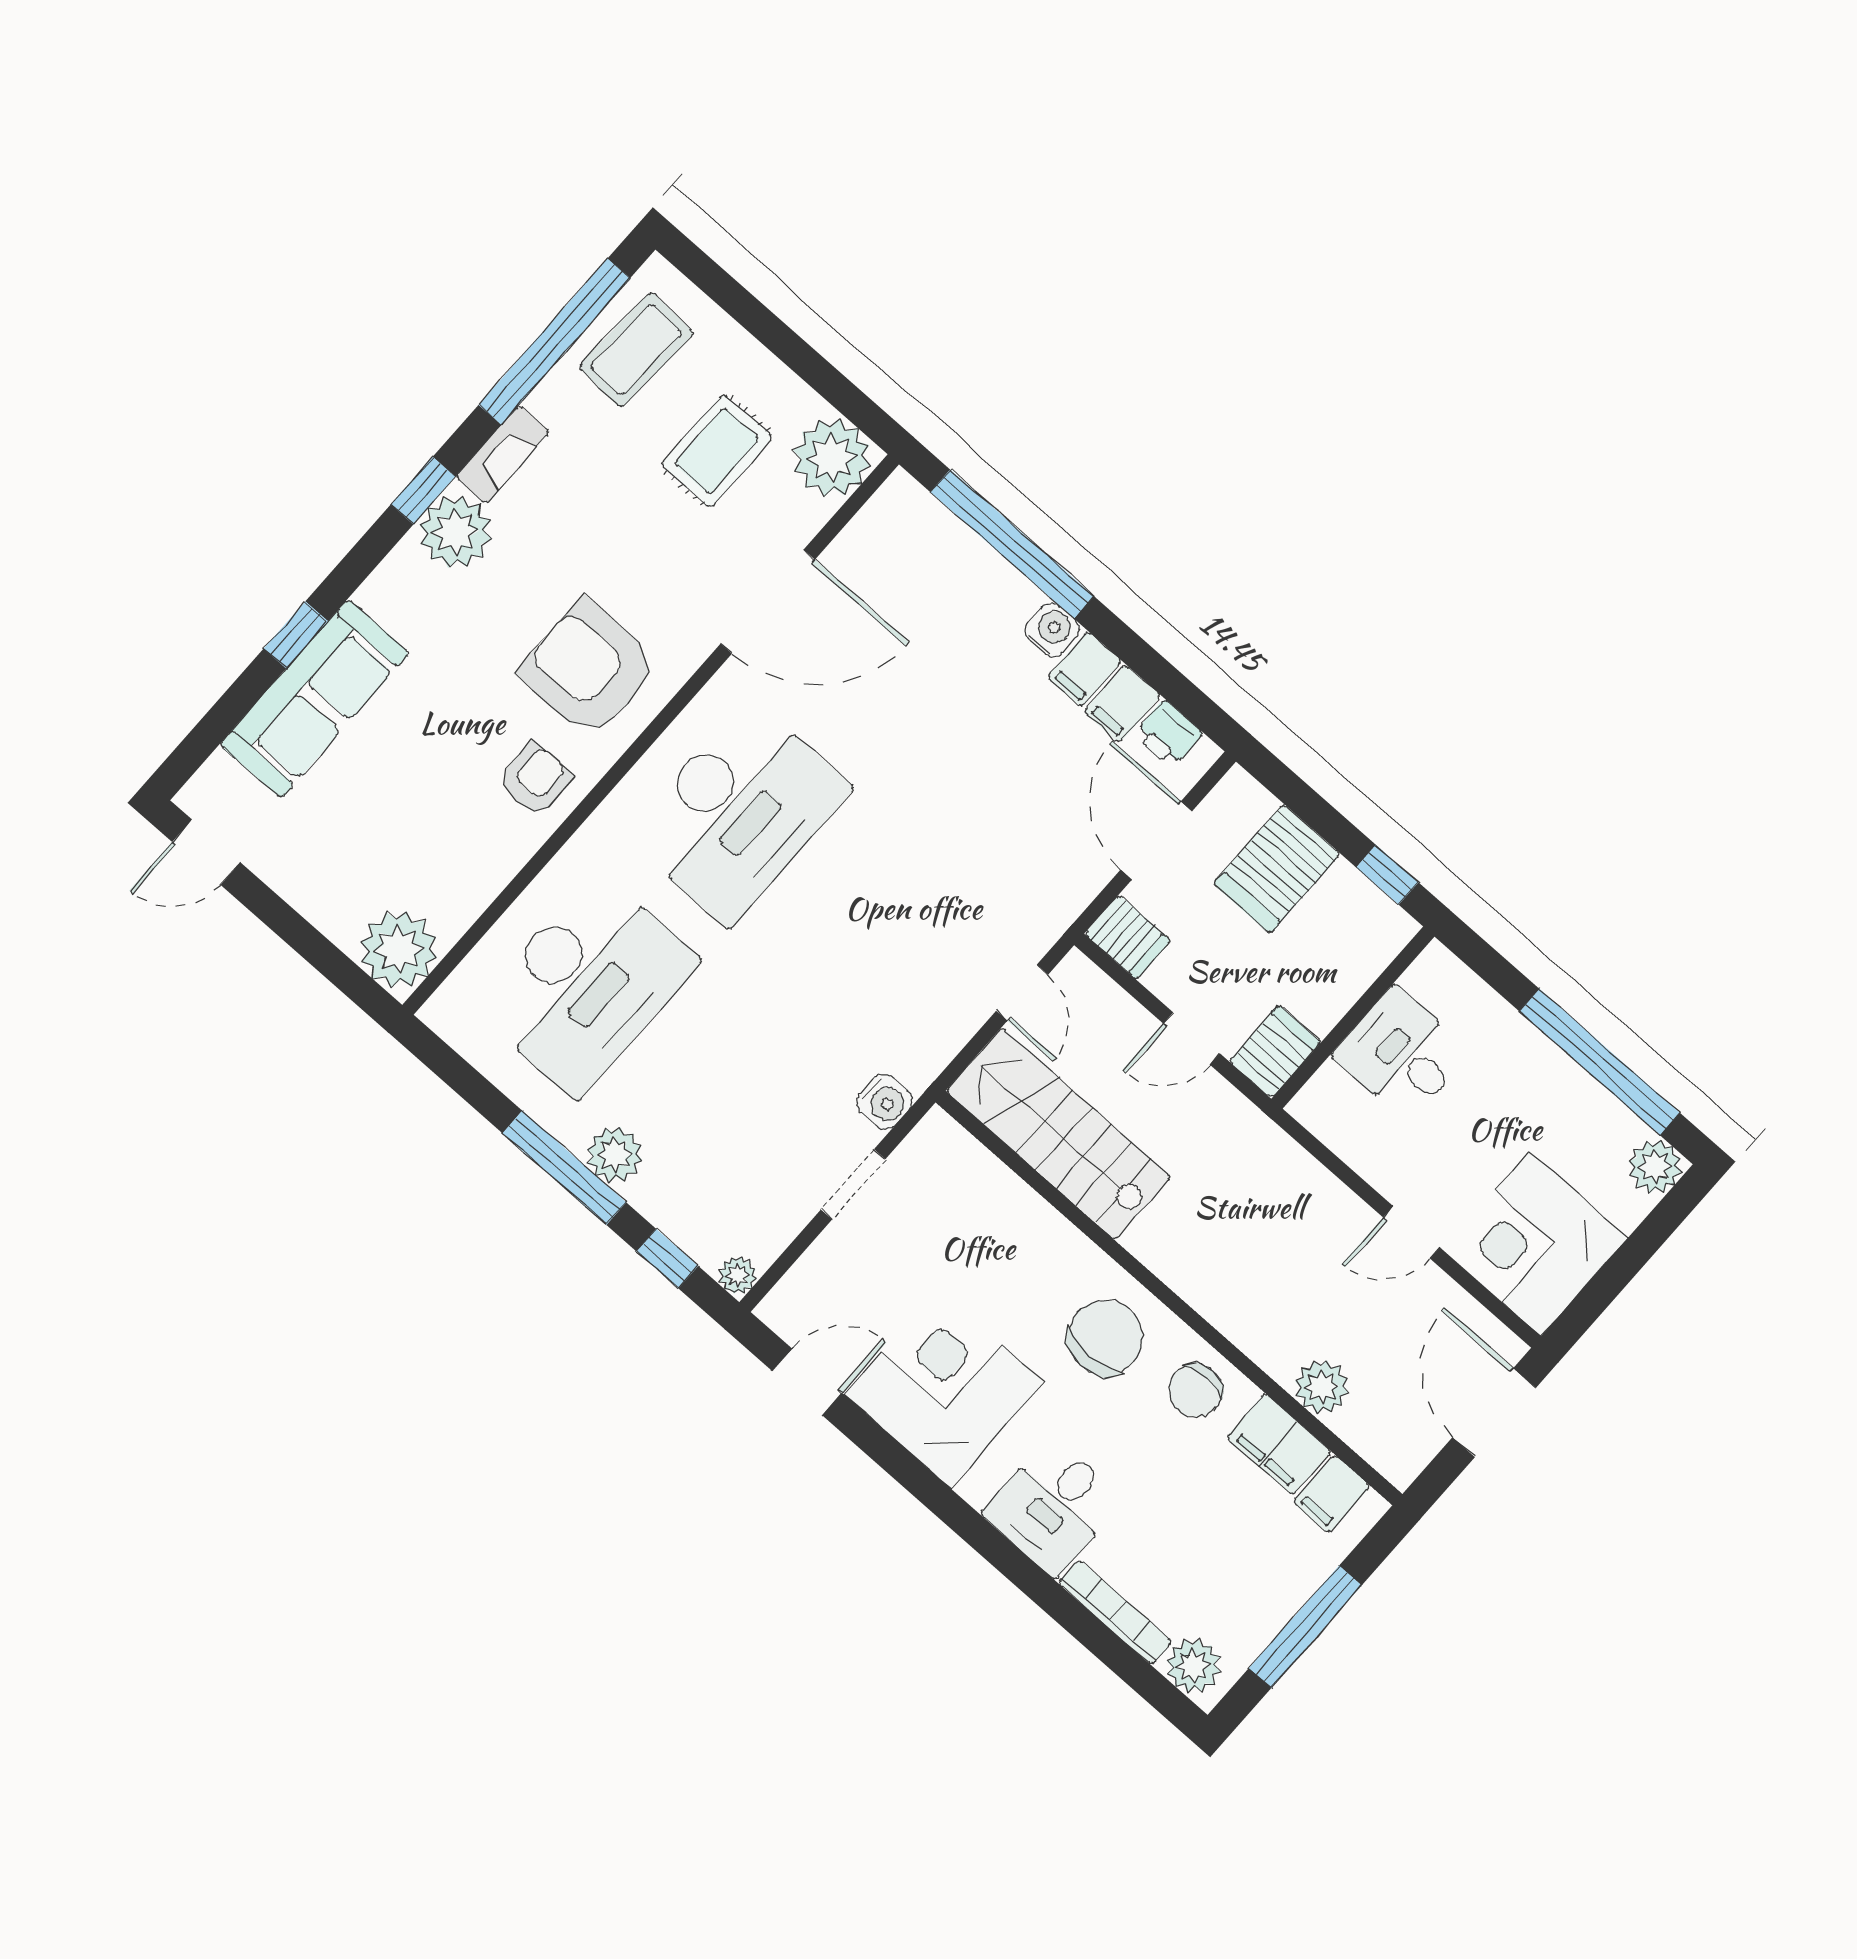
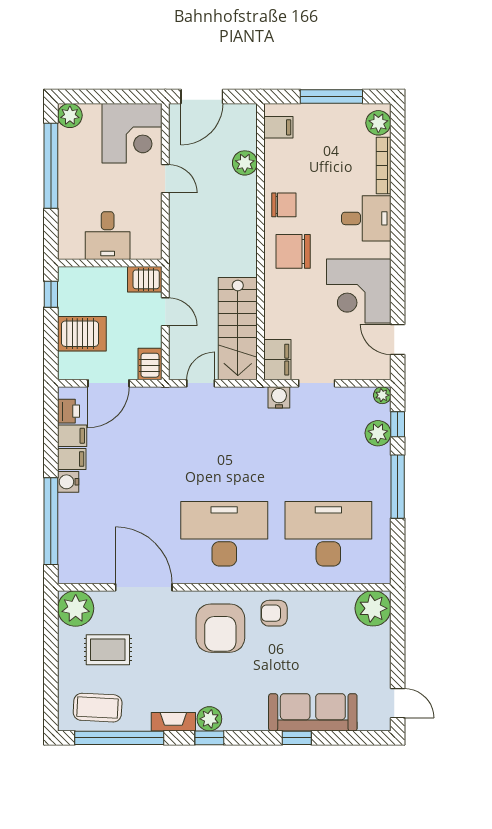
plant: (455, 532) -> (209, 719), width x0.73, depth x0.73
plant: (615, 1155) -> (378, 433), moved
filing cabinet: (1279, 1444) -> (277, 360), moved

